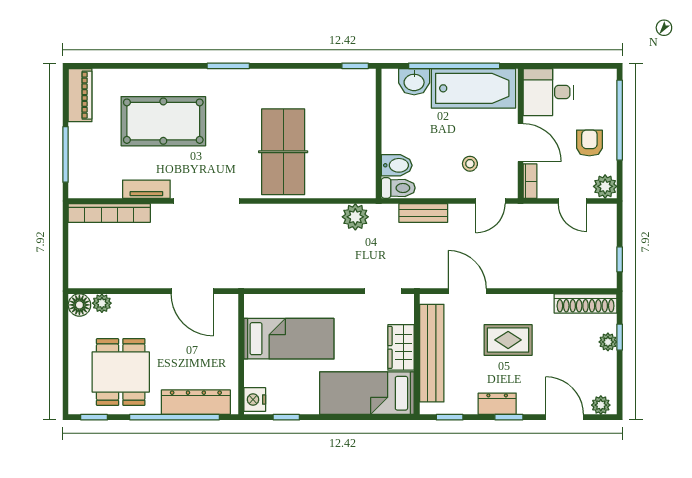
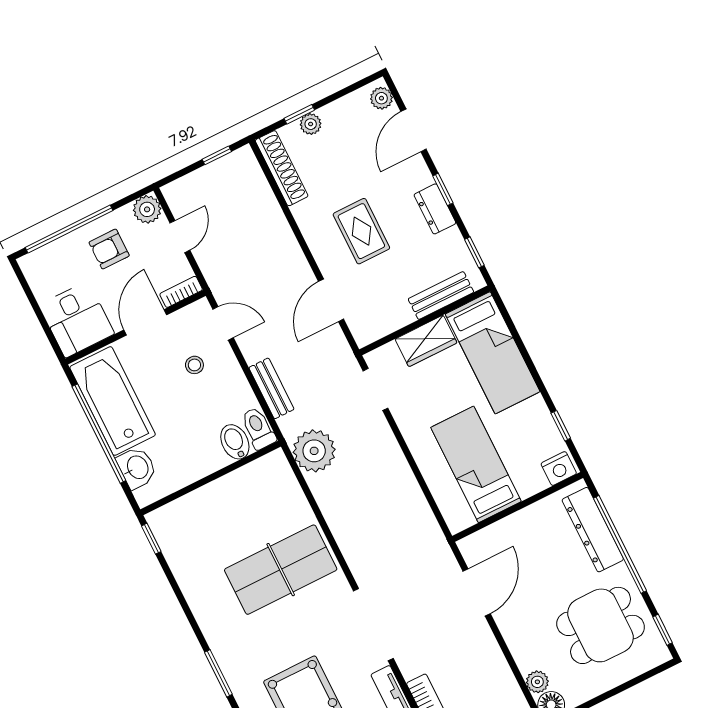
plant: (355, 217) -> (314, 451), width x1.36, depth x1.36
bench: (432, 353) -> (441, 295), width x0.54, depth x0.82

